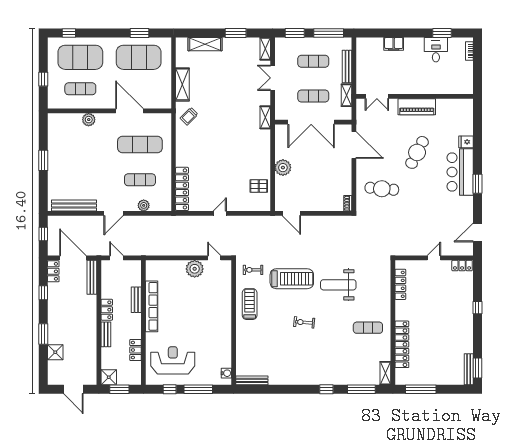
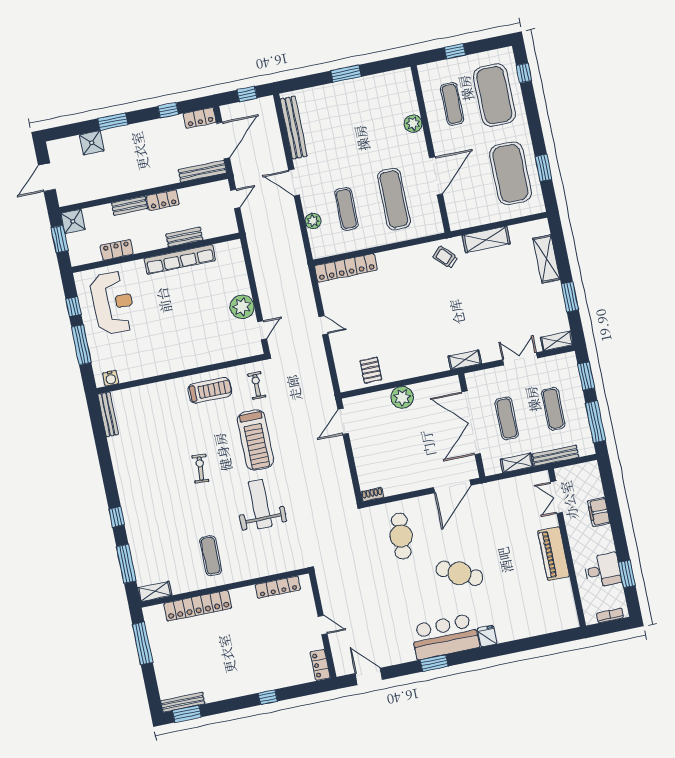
double door: (377, 96) -> (556, 497), moved
wall: (415, 96) -> (567, 548), moved
piano: (417, 107) -> (554, 554), moved

